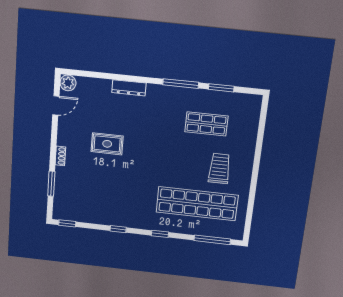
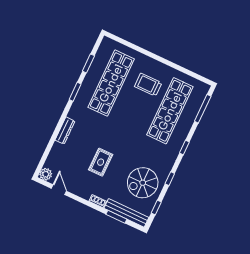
window: (181, 84) -> (75, 92), width x0.69
shop shelf: (206, 124) -> (111, 83), width x2.00, depth x1.36
bench: (60, 193) -> (126, 213), added
spiral stairs: (102, 200) -> (143, 183), added
window: (67, 223) -> (156, 207), moved

